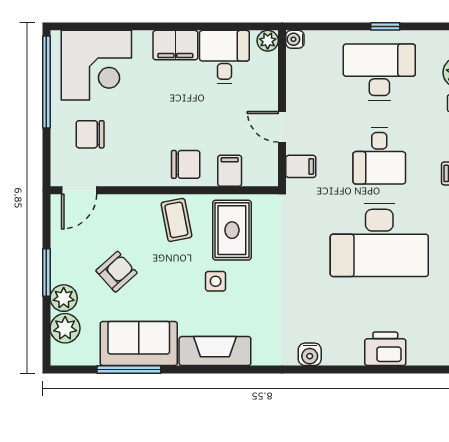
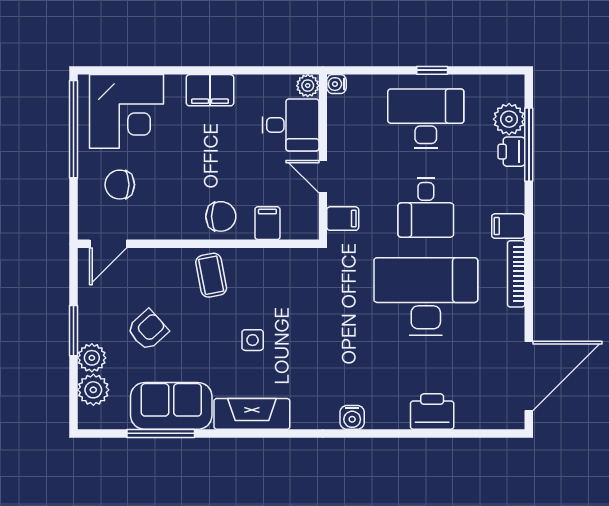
desk: (224, 57) -> (291, 125), moved, turned 90
rug: (232, 230) -> (270, 286), removed
desk: (379, 240) -> (426, 296), turned 180

